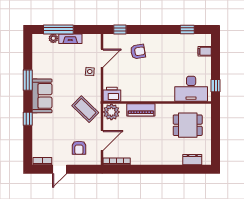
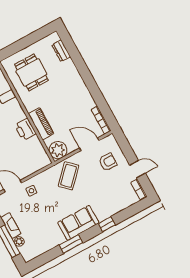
printer: (112, 94) -> (25, 129), moved

